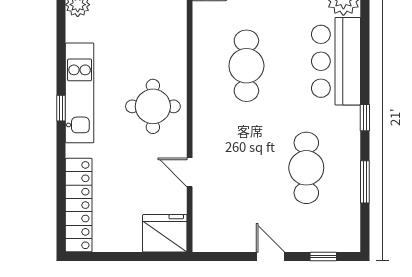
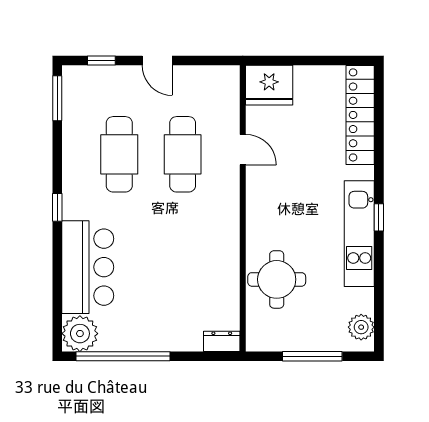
cafe table: (246, 66) -> (183, 154), moved
round table: (153, 106) -> (277, 279), moved
window: (365, 182) -> (57, 98), moved

